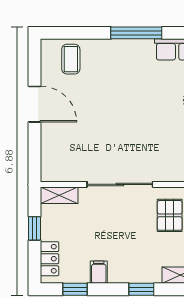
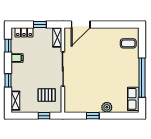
window: (136, 33) -> (142, 78), width x1.46
door: (35, 104) -> (81, 24), moved

